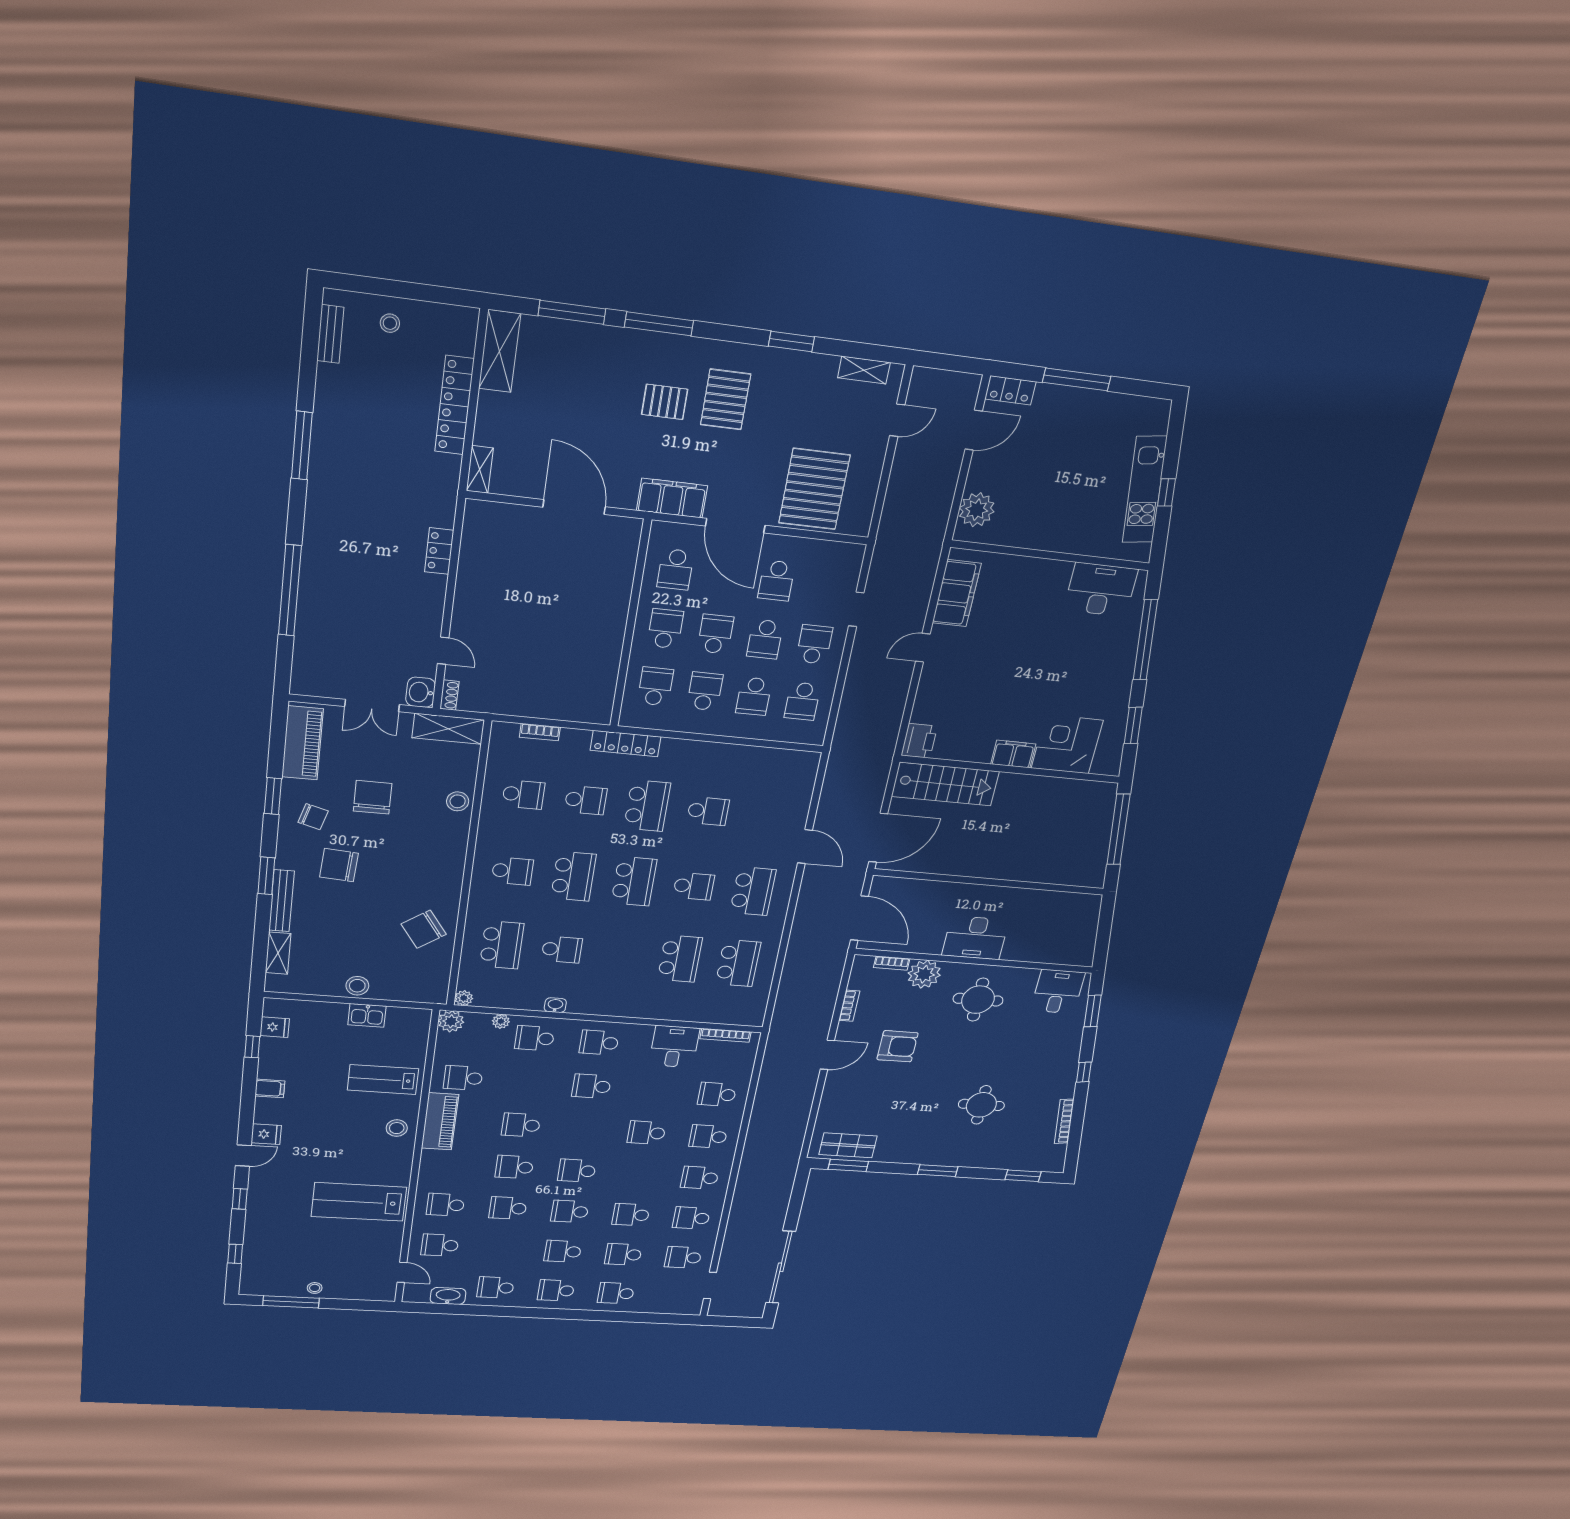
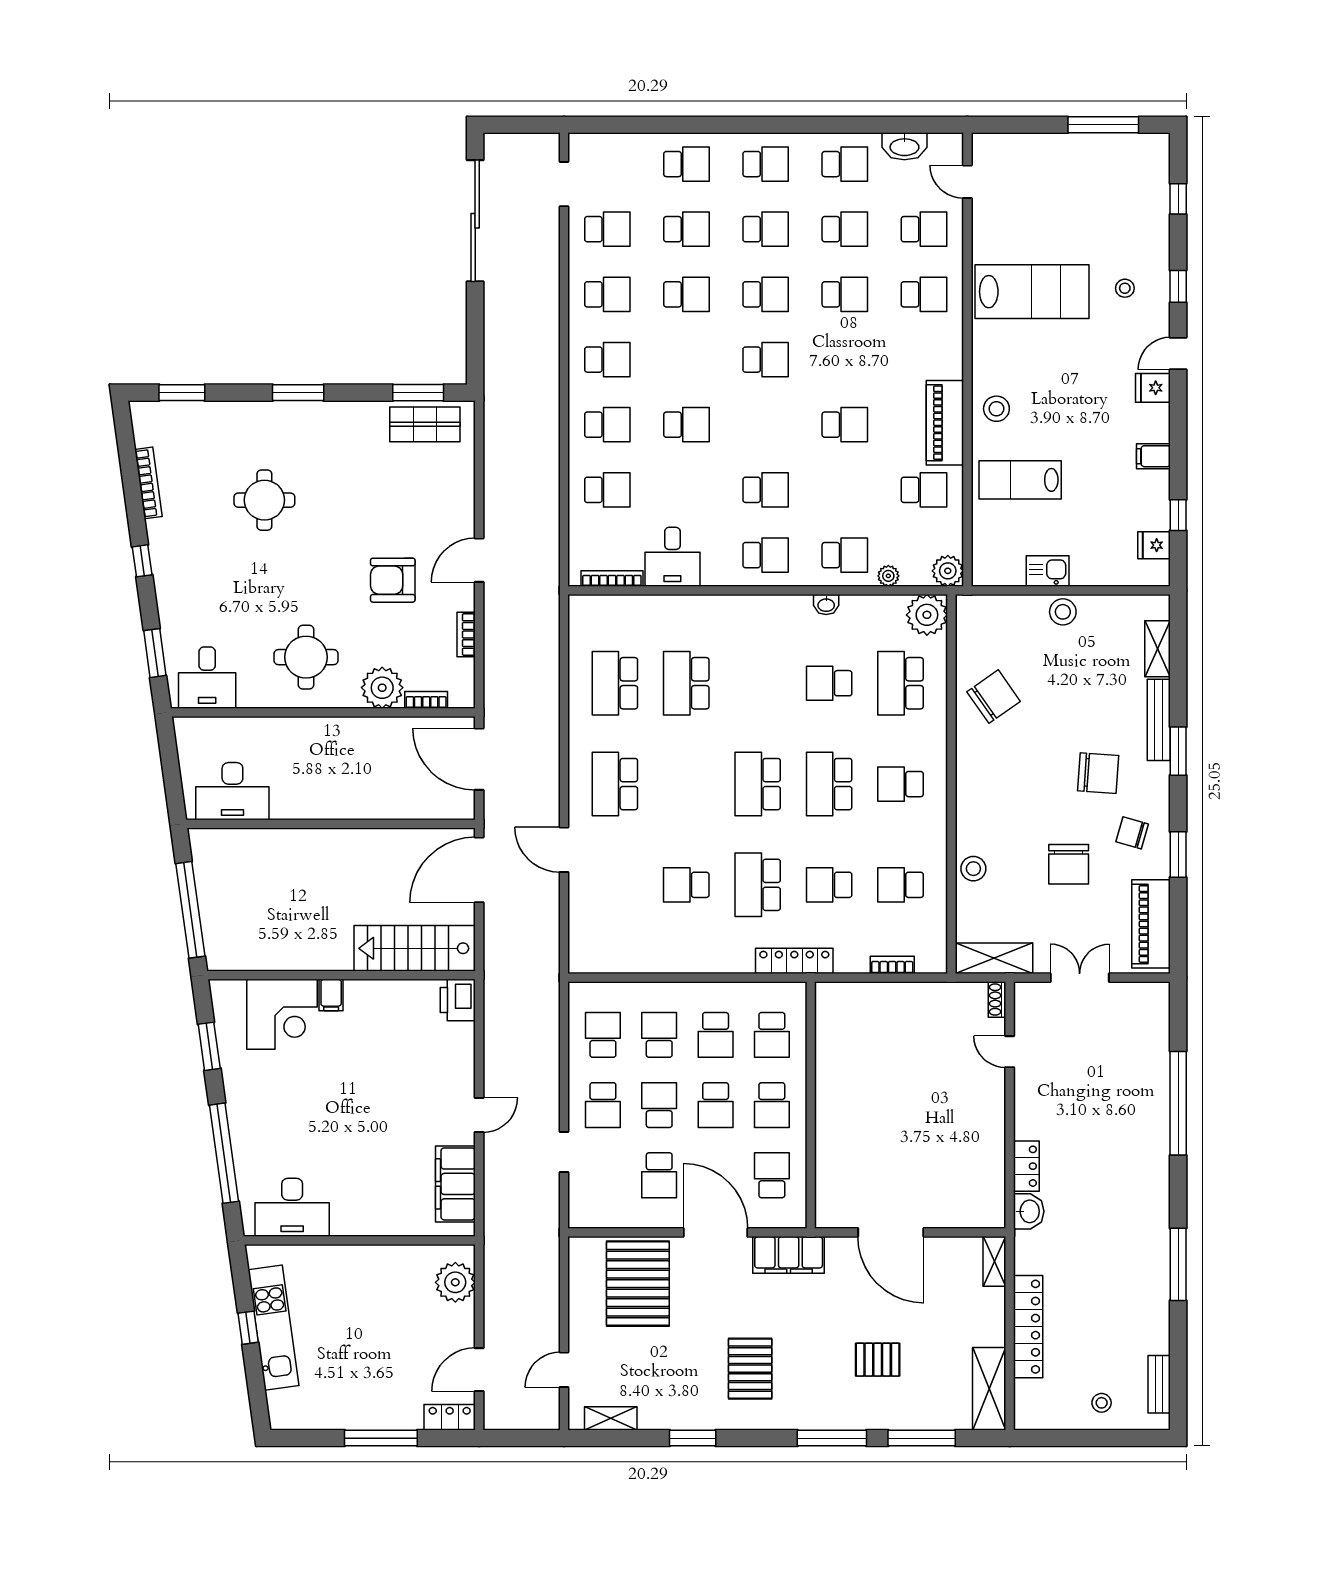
pallet: (665, 402) -> (878, 1360), moved
school desk: (777, 581) -> (659, 1175), turned 180
washbasin: (421, 692) -> (1029, 1211), moved
filing cabinet: (1013, 754) -> (331, 995), width x0.50
school desk: (694, 886) -> (686, 784), removed
desk: (975, 938) -> (232, 791), moved, turned 180
plant: (464, 998) -> (927, 615), width x1.87, depth x1.87
lab bench: (383, 1079) -> (1020, 480), turned 180
school desk: (514, 1167) -> (845, 229), moved
stool: (315, 1288) -> (1125, 288), moved

